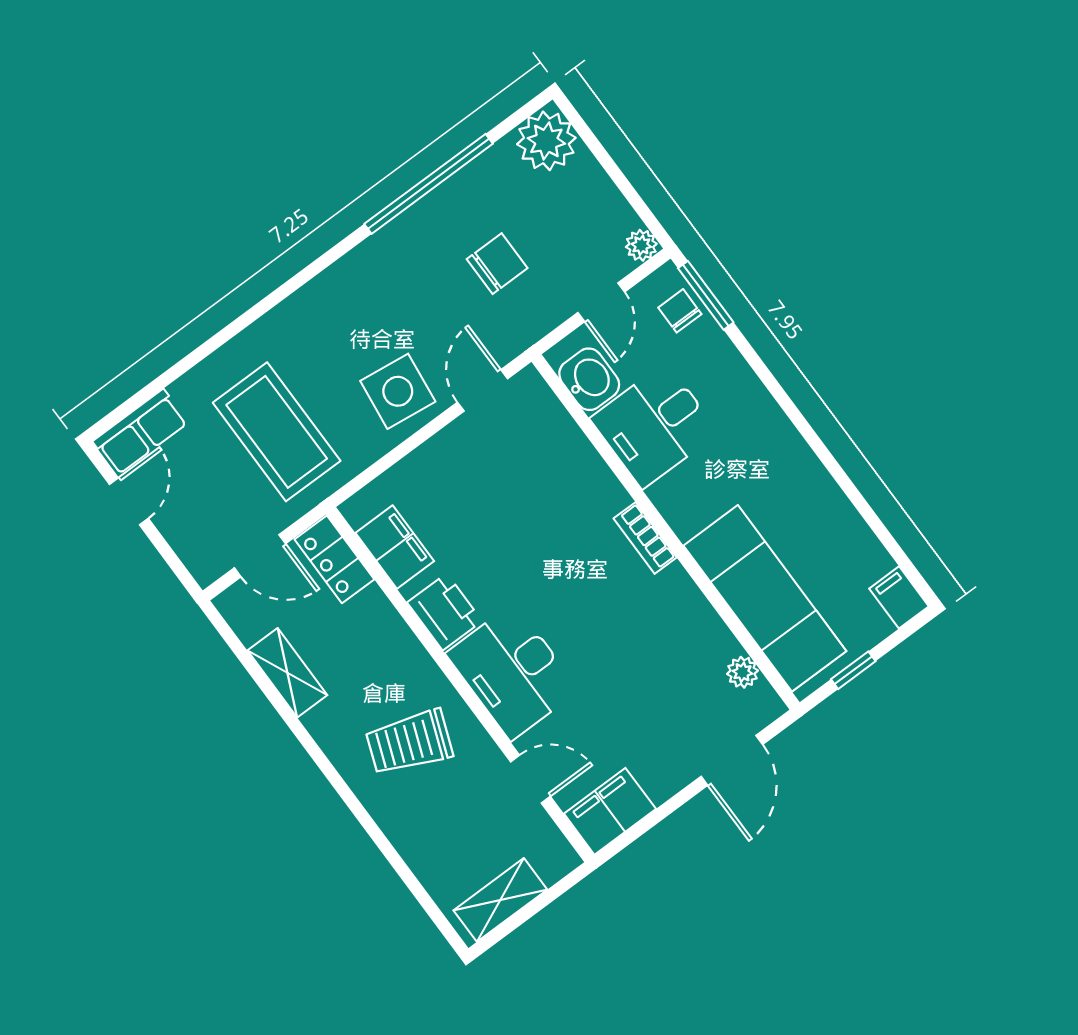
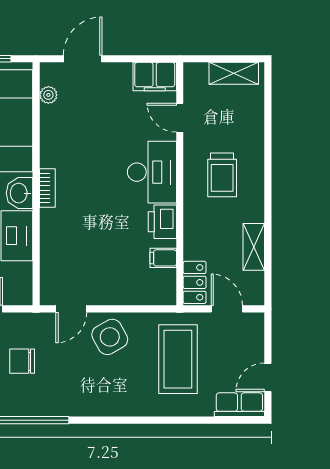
washbasin: (589, 379) -> (19, 193), moved
side table: (398, 391) -> (110, 337), turned -36
filing cabinet: (395, 547) -> (163, 258), width x0.50
trolley: (409, 742) -> (222, 175), turned 69

